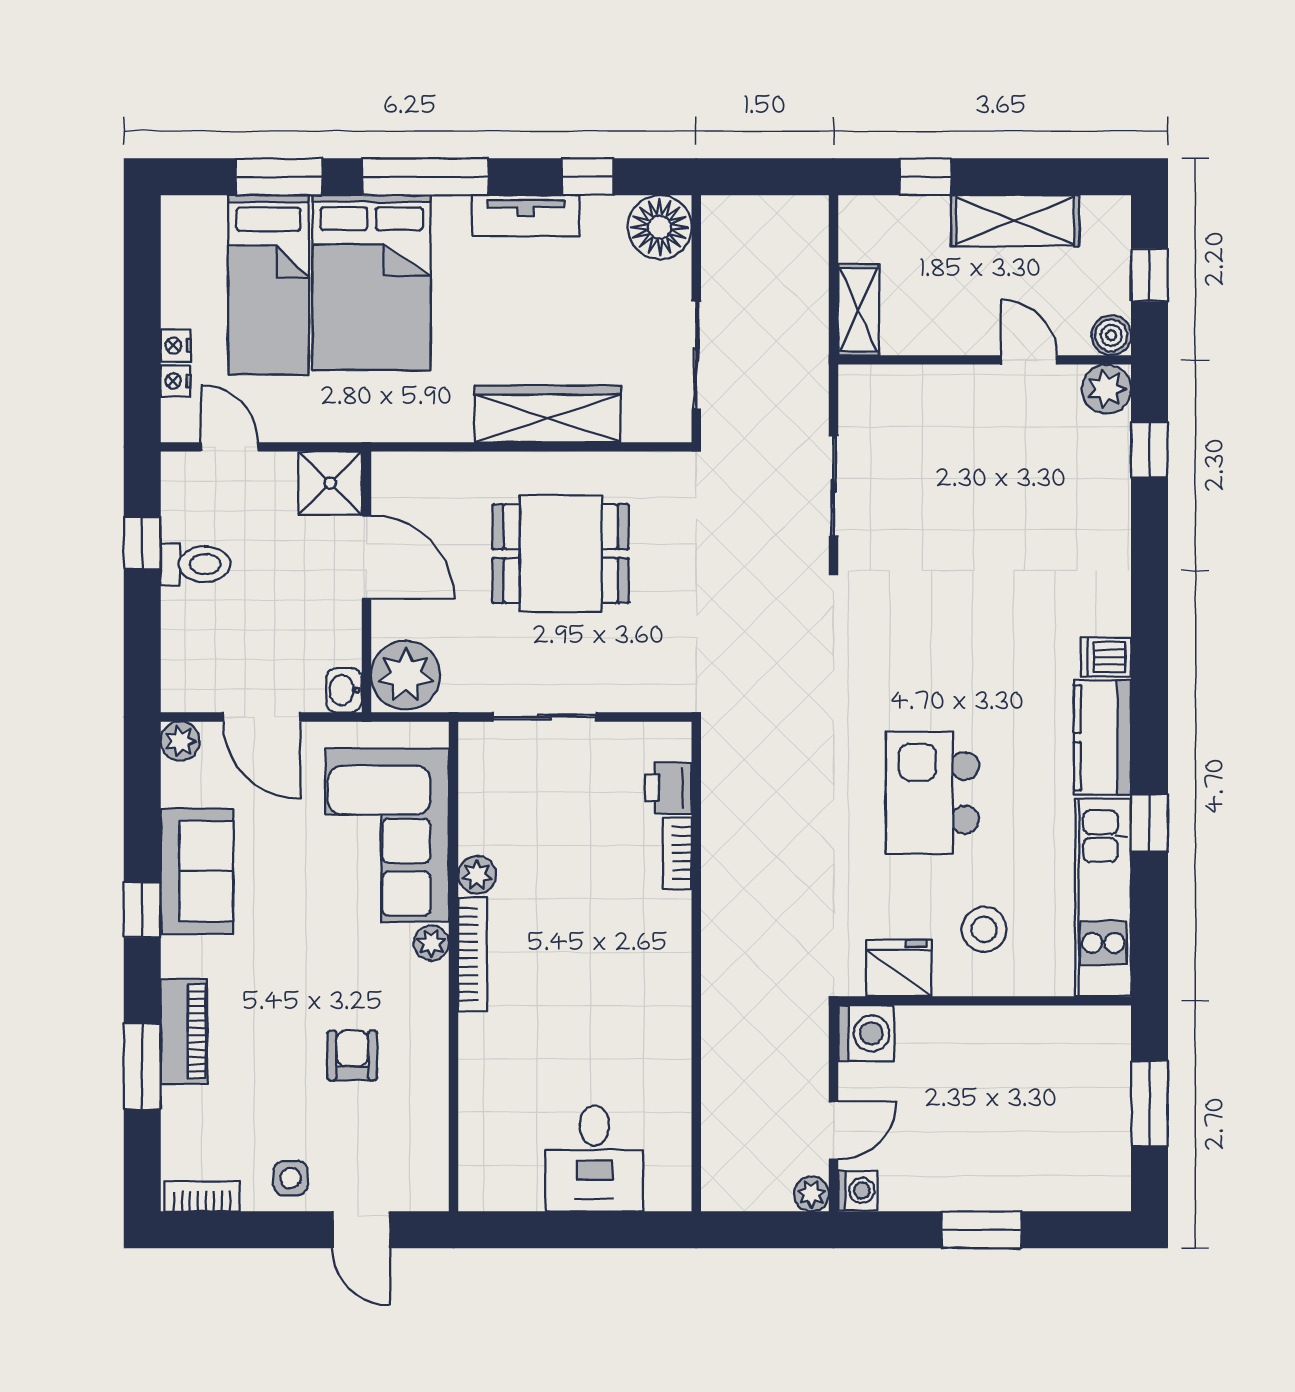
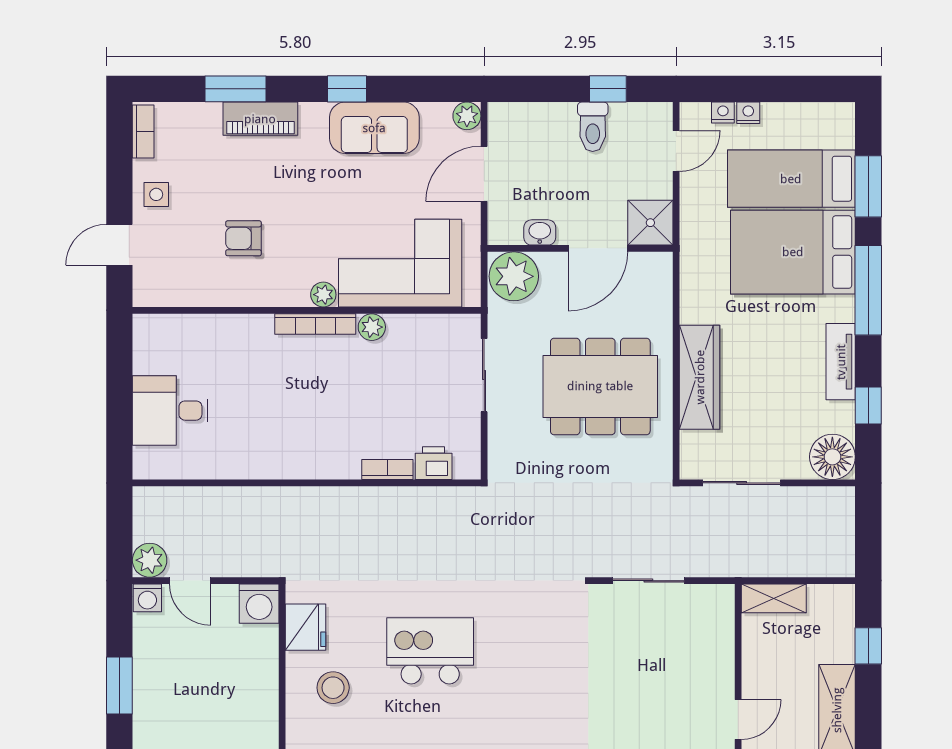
dining table: (561, 554) -> (600, 386), width x1.37
washbasin: (344, 690) -> (540, 232), moved
armchair: (352, 1055) -> (243, 238), turned 180
plant: (811, 1194) -> (150, 560), width x1.38, depth x1.38

